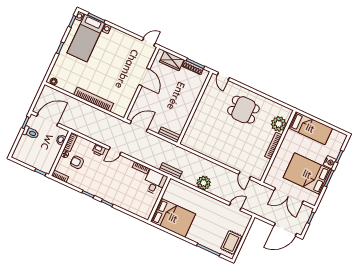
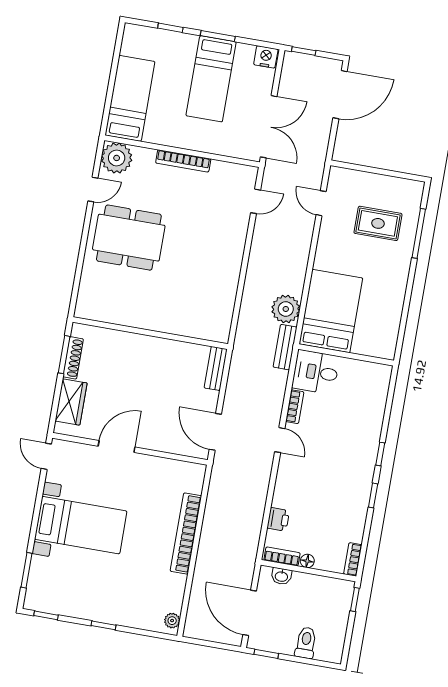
bed with nightstands: (86, 38) -> (81, 525), moved
door: (223, 76) -> (93, 189), moved
dining table: (243, 110) -> (129, 238), width x1.38
plant: (279, 124) -> (117, 158), moved
toilet: (31, 133) -> (306, 643), moved
printer: (99, 150) -> (278, 519), moved
door: (115, 151) -> (280, 440), moved
armchair: (77, 162) -> (317, 533), removed
nightstand: (330, 162) -> (266, 57), moved
bed: (307, 174) -> (211, 79), width x0.67
plant: (204, 183) -> (286, 309), moved
double door: (289, 196) -> (269, 127), moved
bed: (173, 218) -> (331, 311), moved
door: (285, 230) -> (340, 95), hinge flipped
rug: (231, 242) -> (378, 223), moved

